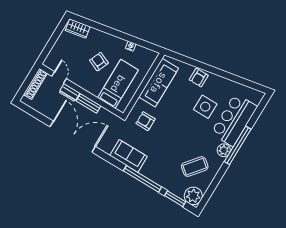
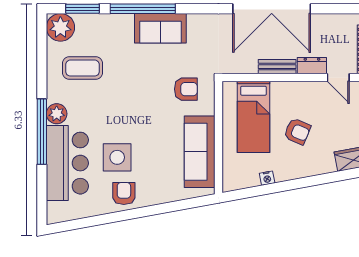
armchair: (199, 78) -> (124, 193), moved
sofa: (129, 156) -> (160, 28), moved
coffee table: (195, 167) -> (83, 68), turned 51

